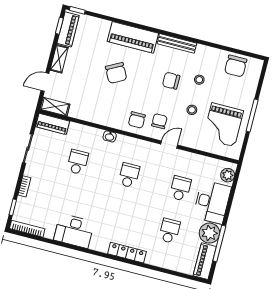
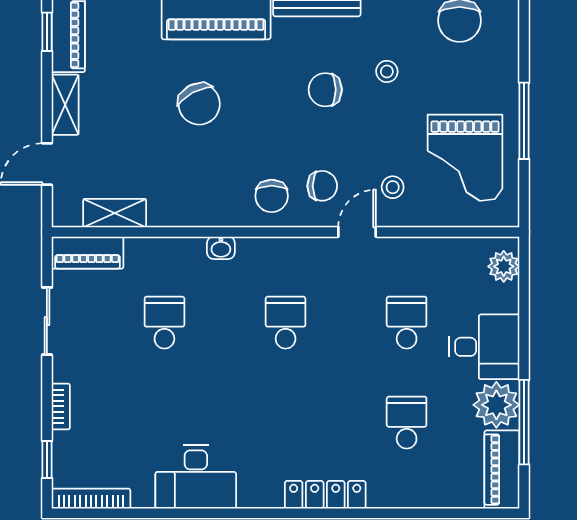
shelving: (55, 107) -> (115, 213), moved
stool: (192, 110) -> (393, 187), moved
chair: (159, 121) -> (322, 186), turned 90
desk: (212, 202) -> (484, 347), width x0.73

